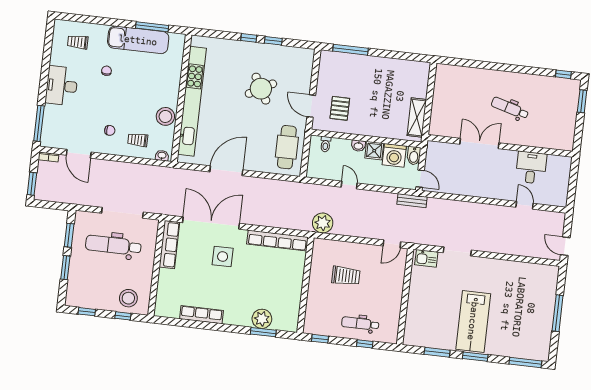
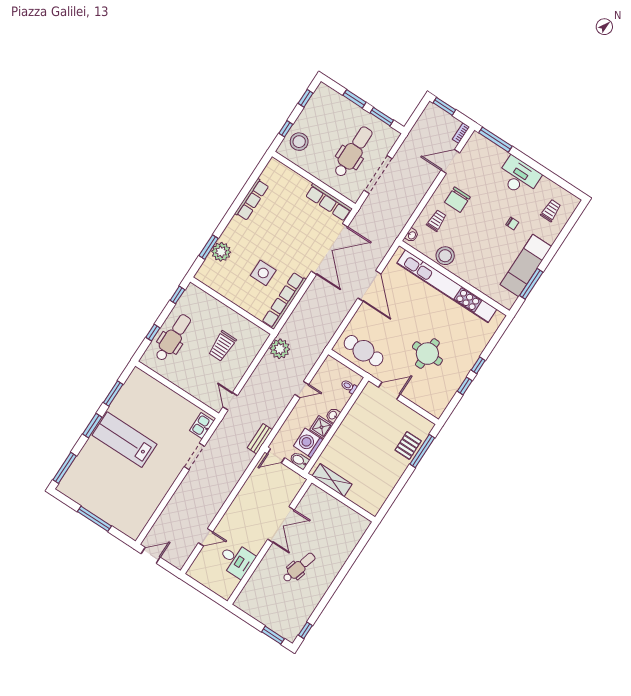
round table: (261, 89) -> (427, 354), turned 31
pallet: (340, 108) -> (408, 445), moved, turned 90
chair: (110, 130) -> (457, 200), width x1.87, depth x1.87
side table: (223, 257) -> (263, 273), moved
dental chair: (360, 324) -> (173, 338), width x1.36, depth x1.38

